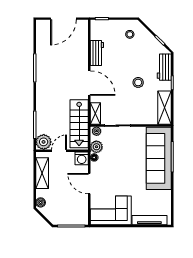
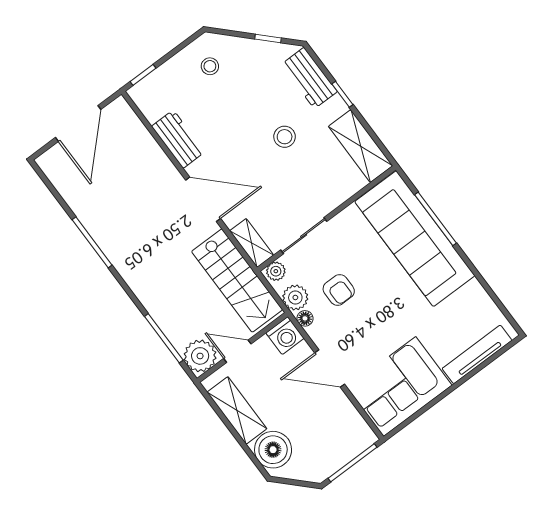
door: (59, 151) -> (237, 351), hinge flipped
armchair: (115, 156) -> (339, 290), added
boiler: (41, 202) -> (273, 450), width x1.86, depth x1.86

